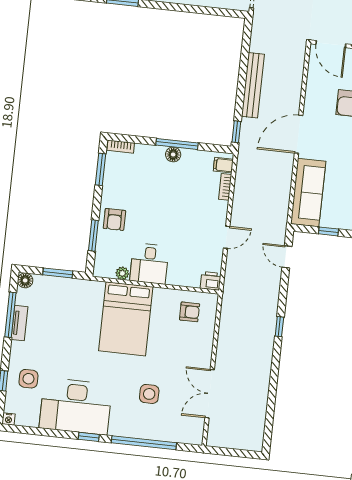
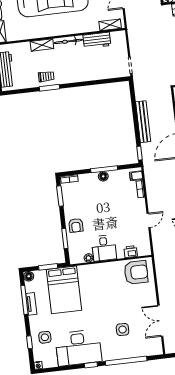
printer: (211, 281) -> (131, 252), moved
armchair: (190, 312) -> (136, 272), width x1.88, depth x1.88
bed: (126, 319) -> (64, 290), moved

